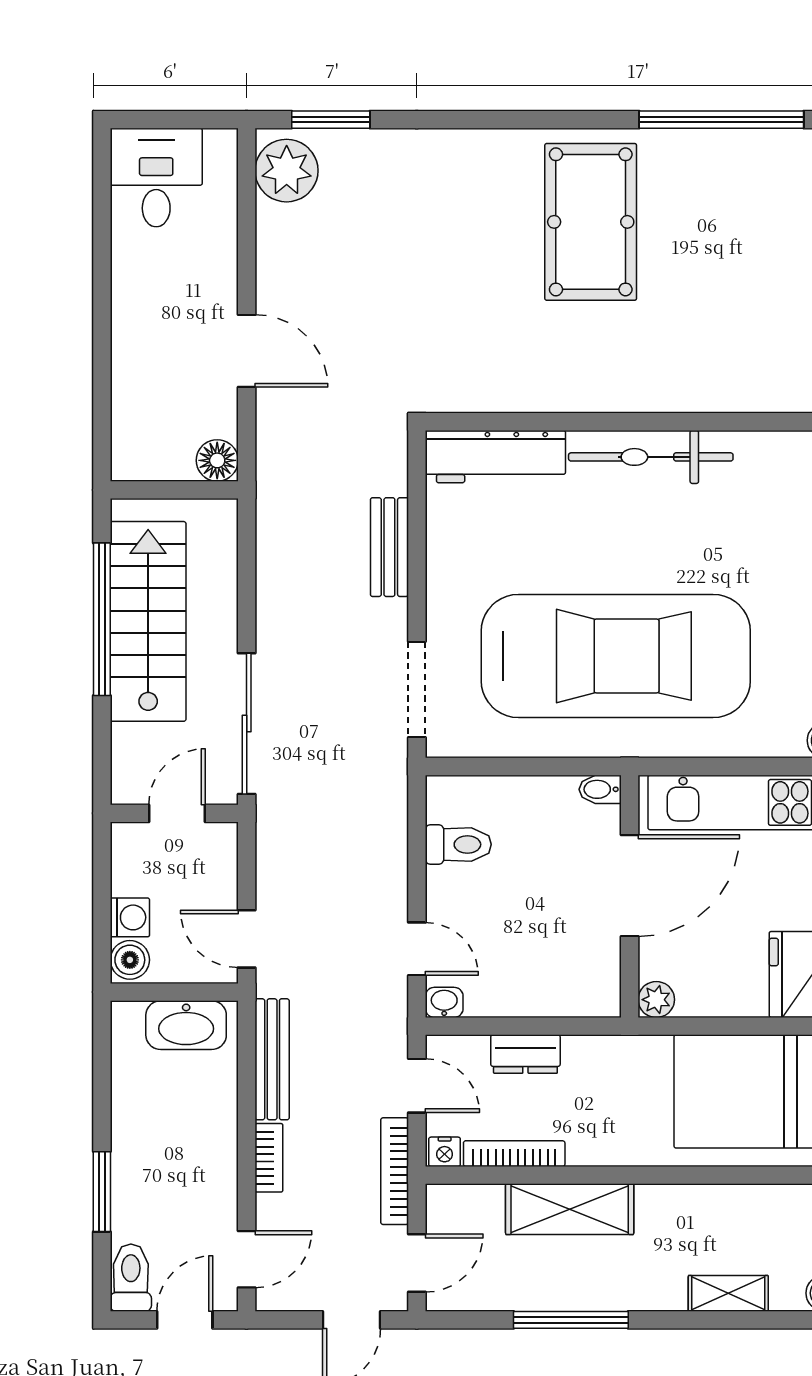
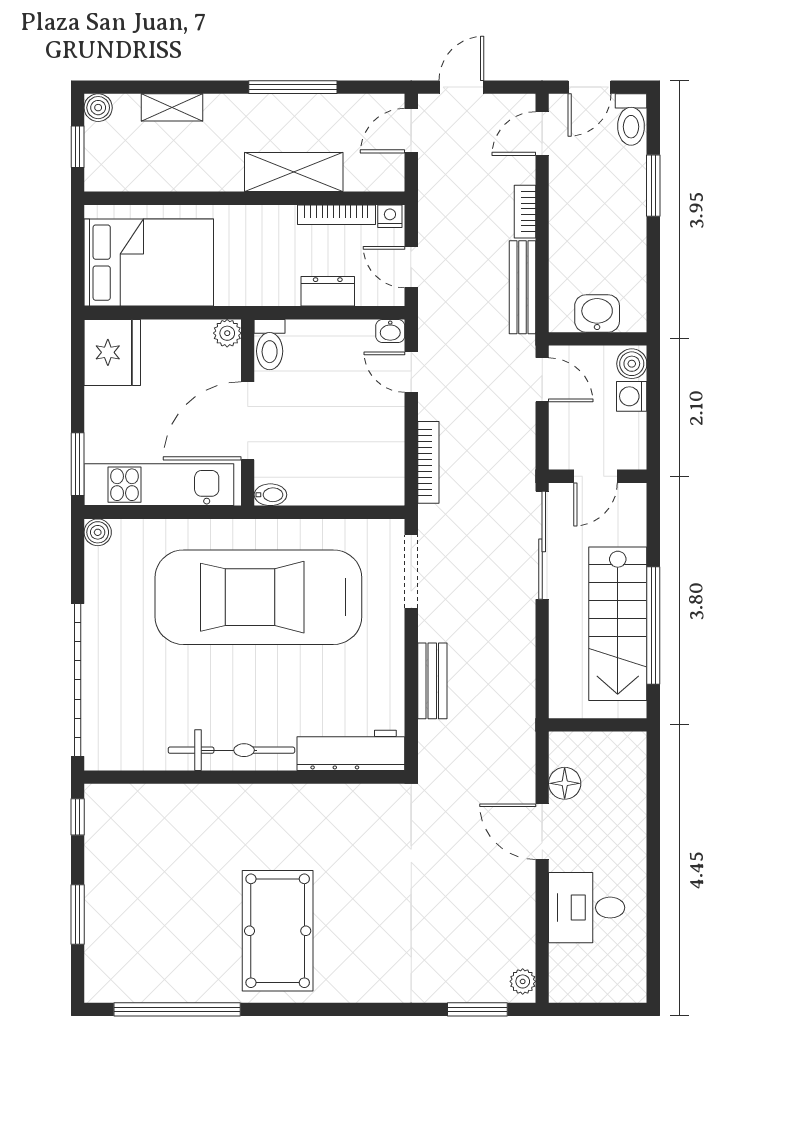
plant: (287, 171) -> (523, 981), width x0.53, depth x0.53
desk: (156, 178) -> (587, 908), moved, turned 90
floor lamp: (217, 460) -> (565, 783), moved
toilet: (458, 844) -> (270, 345), moved, turned -90
washbasin: (186, 1025) -> (597, 314), width x0.72
bookcase: (395, 1171) -> (428, 462), moved

